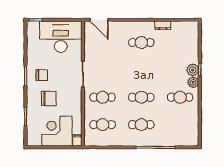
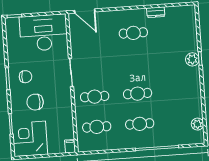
plant: (193, 82) -> (197, 124), moved
cafe table: (180, 97) -> (180, 91), removed
chair: (49, 98) -> (35, 102), turned 180
corner desk: (57, 131) -> (30, 139), moved

